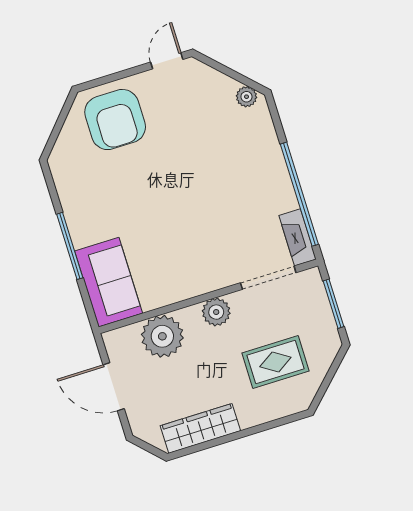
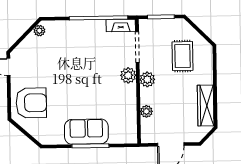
plant: (214, 276) -> (128, 75), added
sofa: (109, 282) -> (86, 132), moved
plant: (162, 336) -> (146, 111), width x0.53, depth x0.53

